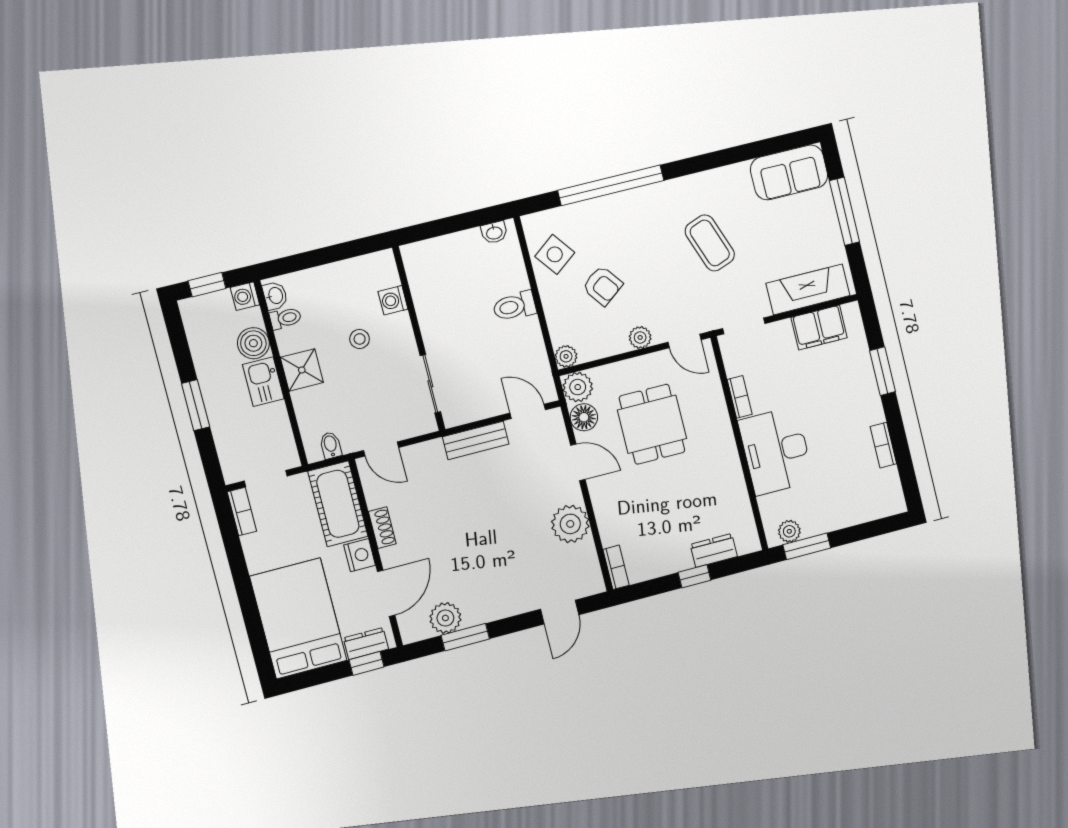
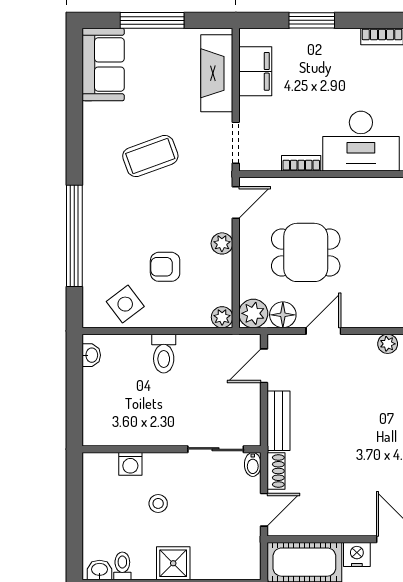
armchair: (602, 286) -> (165, 267), turned -143
bidet: (331, 445) -> (253, 464), moved, turned -90
plant: (570, 524) -> (388, 344), width x0.53, depth x0.53
shoe rack: (382, 528) -> (276, 471), moved, turned 90

